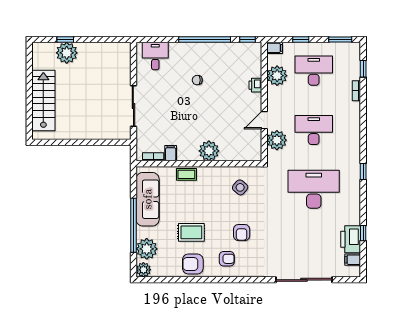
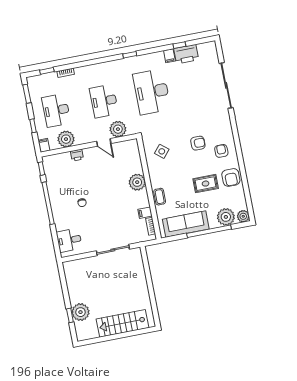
rug: (191, 232) -> (206, 184), turned 90
filing cabinet: (353, 260) -> (169, 56), moved

